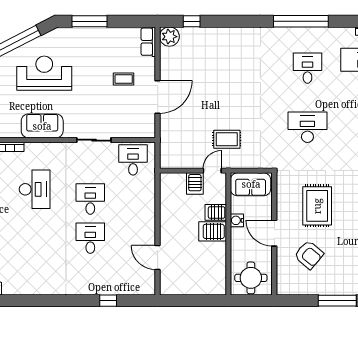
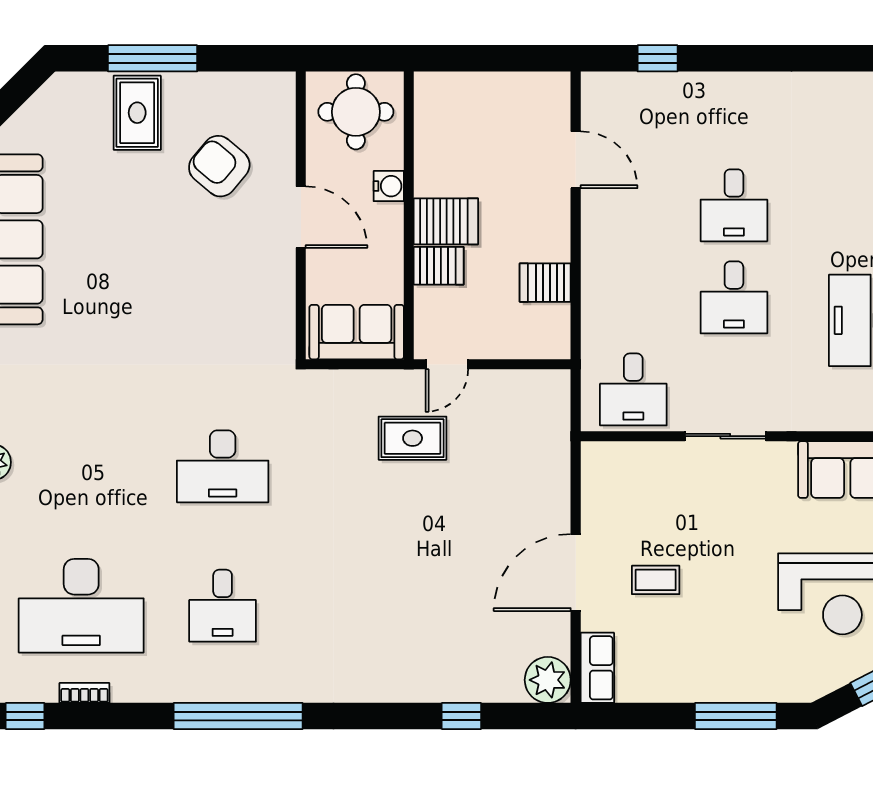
window: (192, 21) -> (461, 716), moved
door: (158, 97) -> (576, 573), moved
server rack: (195, 184) -> (545, 283), moved, turned -90
rug: (317, 206) -> (137, 113), moved, width x0.73, depth x0.70
water cooler: (237, 220) -> (389, 186), moved
window: (108, 301) -> (658, 58), moved

